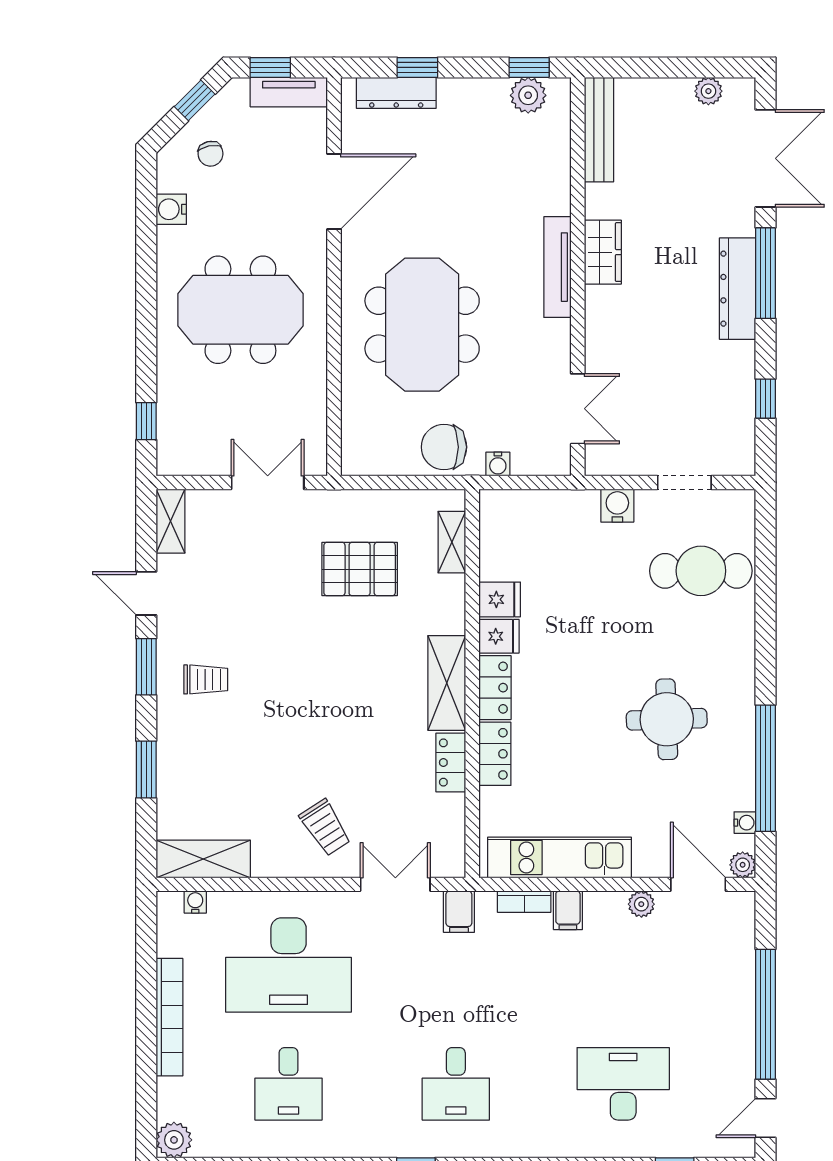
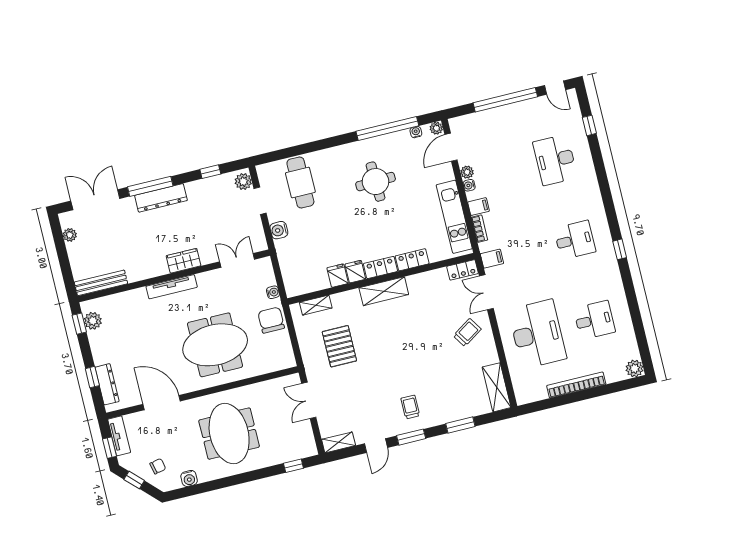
wardrobe: (603, 252) -> (184, 261), moved
chair: (444, 447) -> (271, 320), turned 180
plant: (730, 459) -> (243, 182), added
locker: (451, 763) -> (463, 270), moved
water cooler: (195, 902) -> (469, 185), moved

